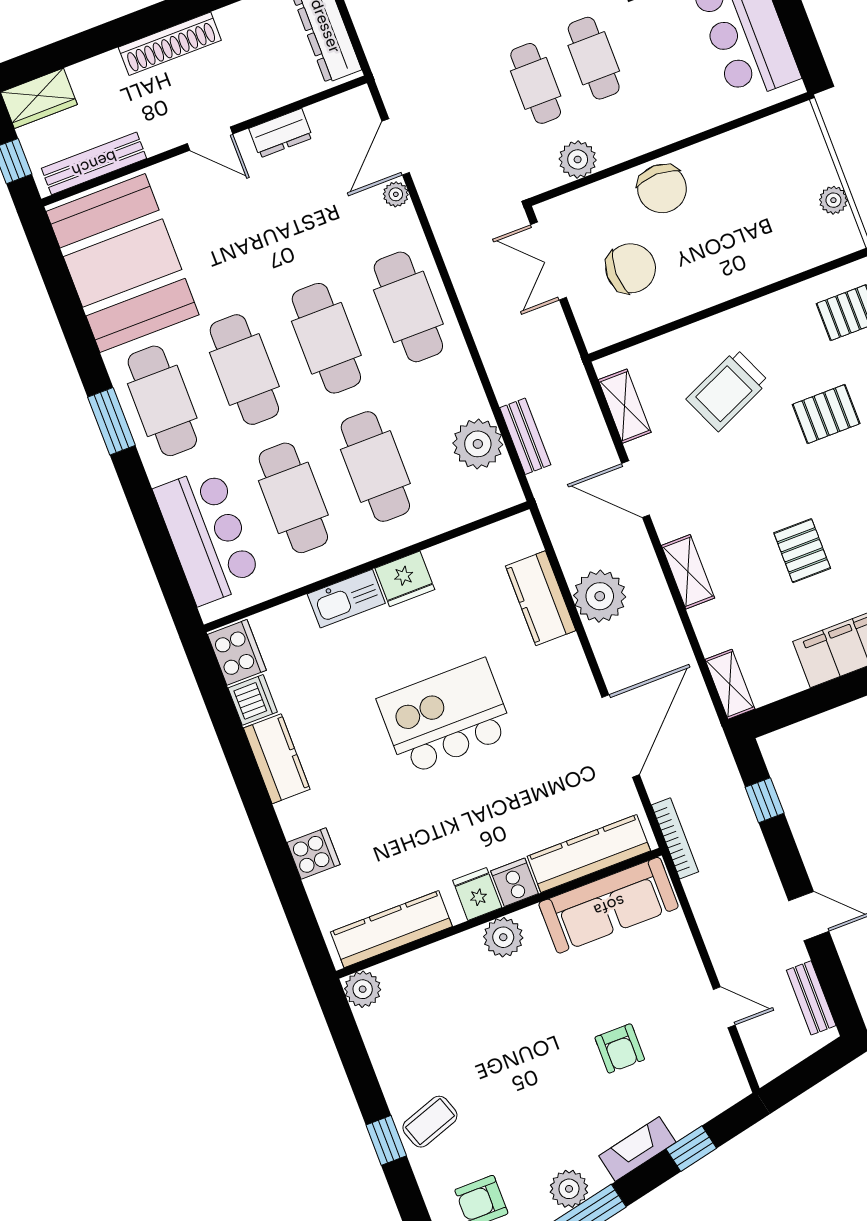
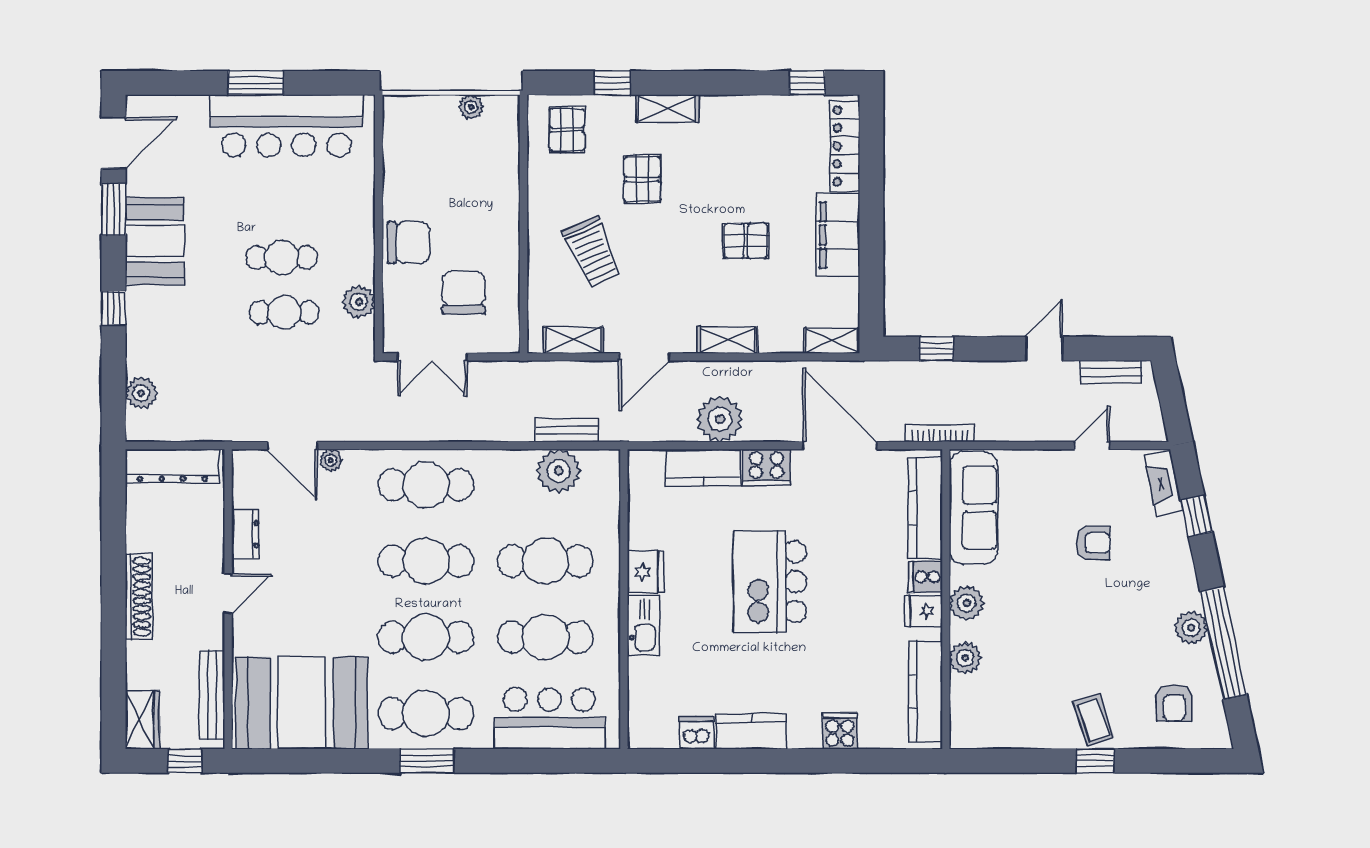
cooker: (237, 652) -> (767, 467), moved, turned 180
plant: (363, 989) -> (965, 658), moved
fireplace: (637, 1149) -> (1164, 483), moved

